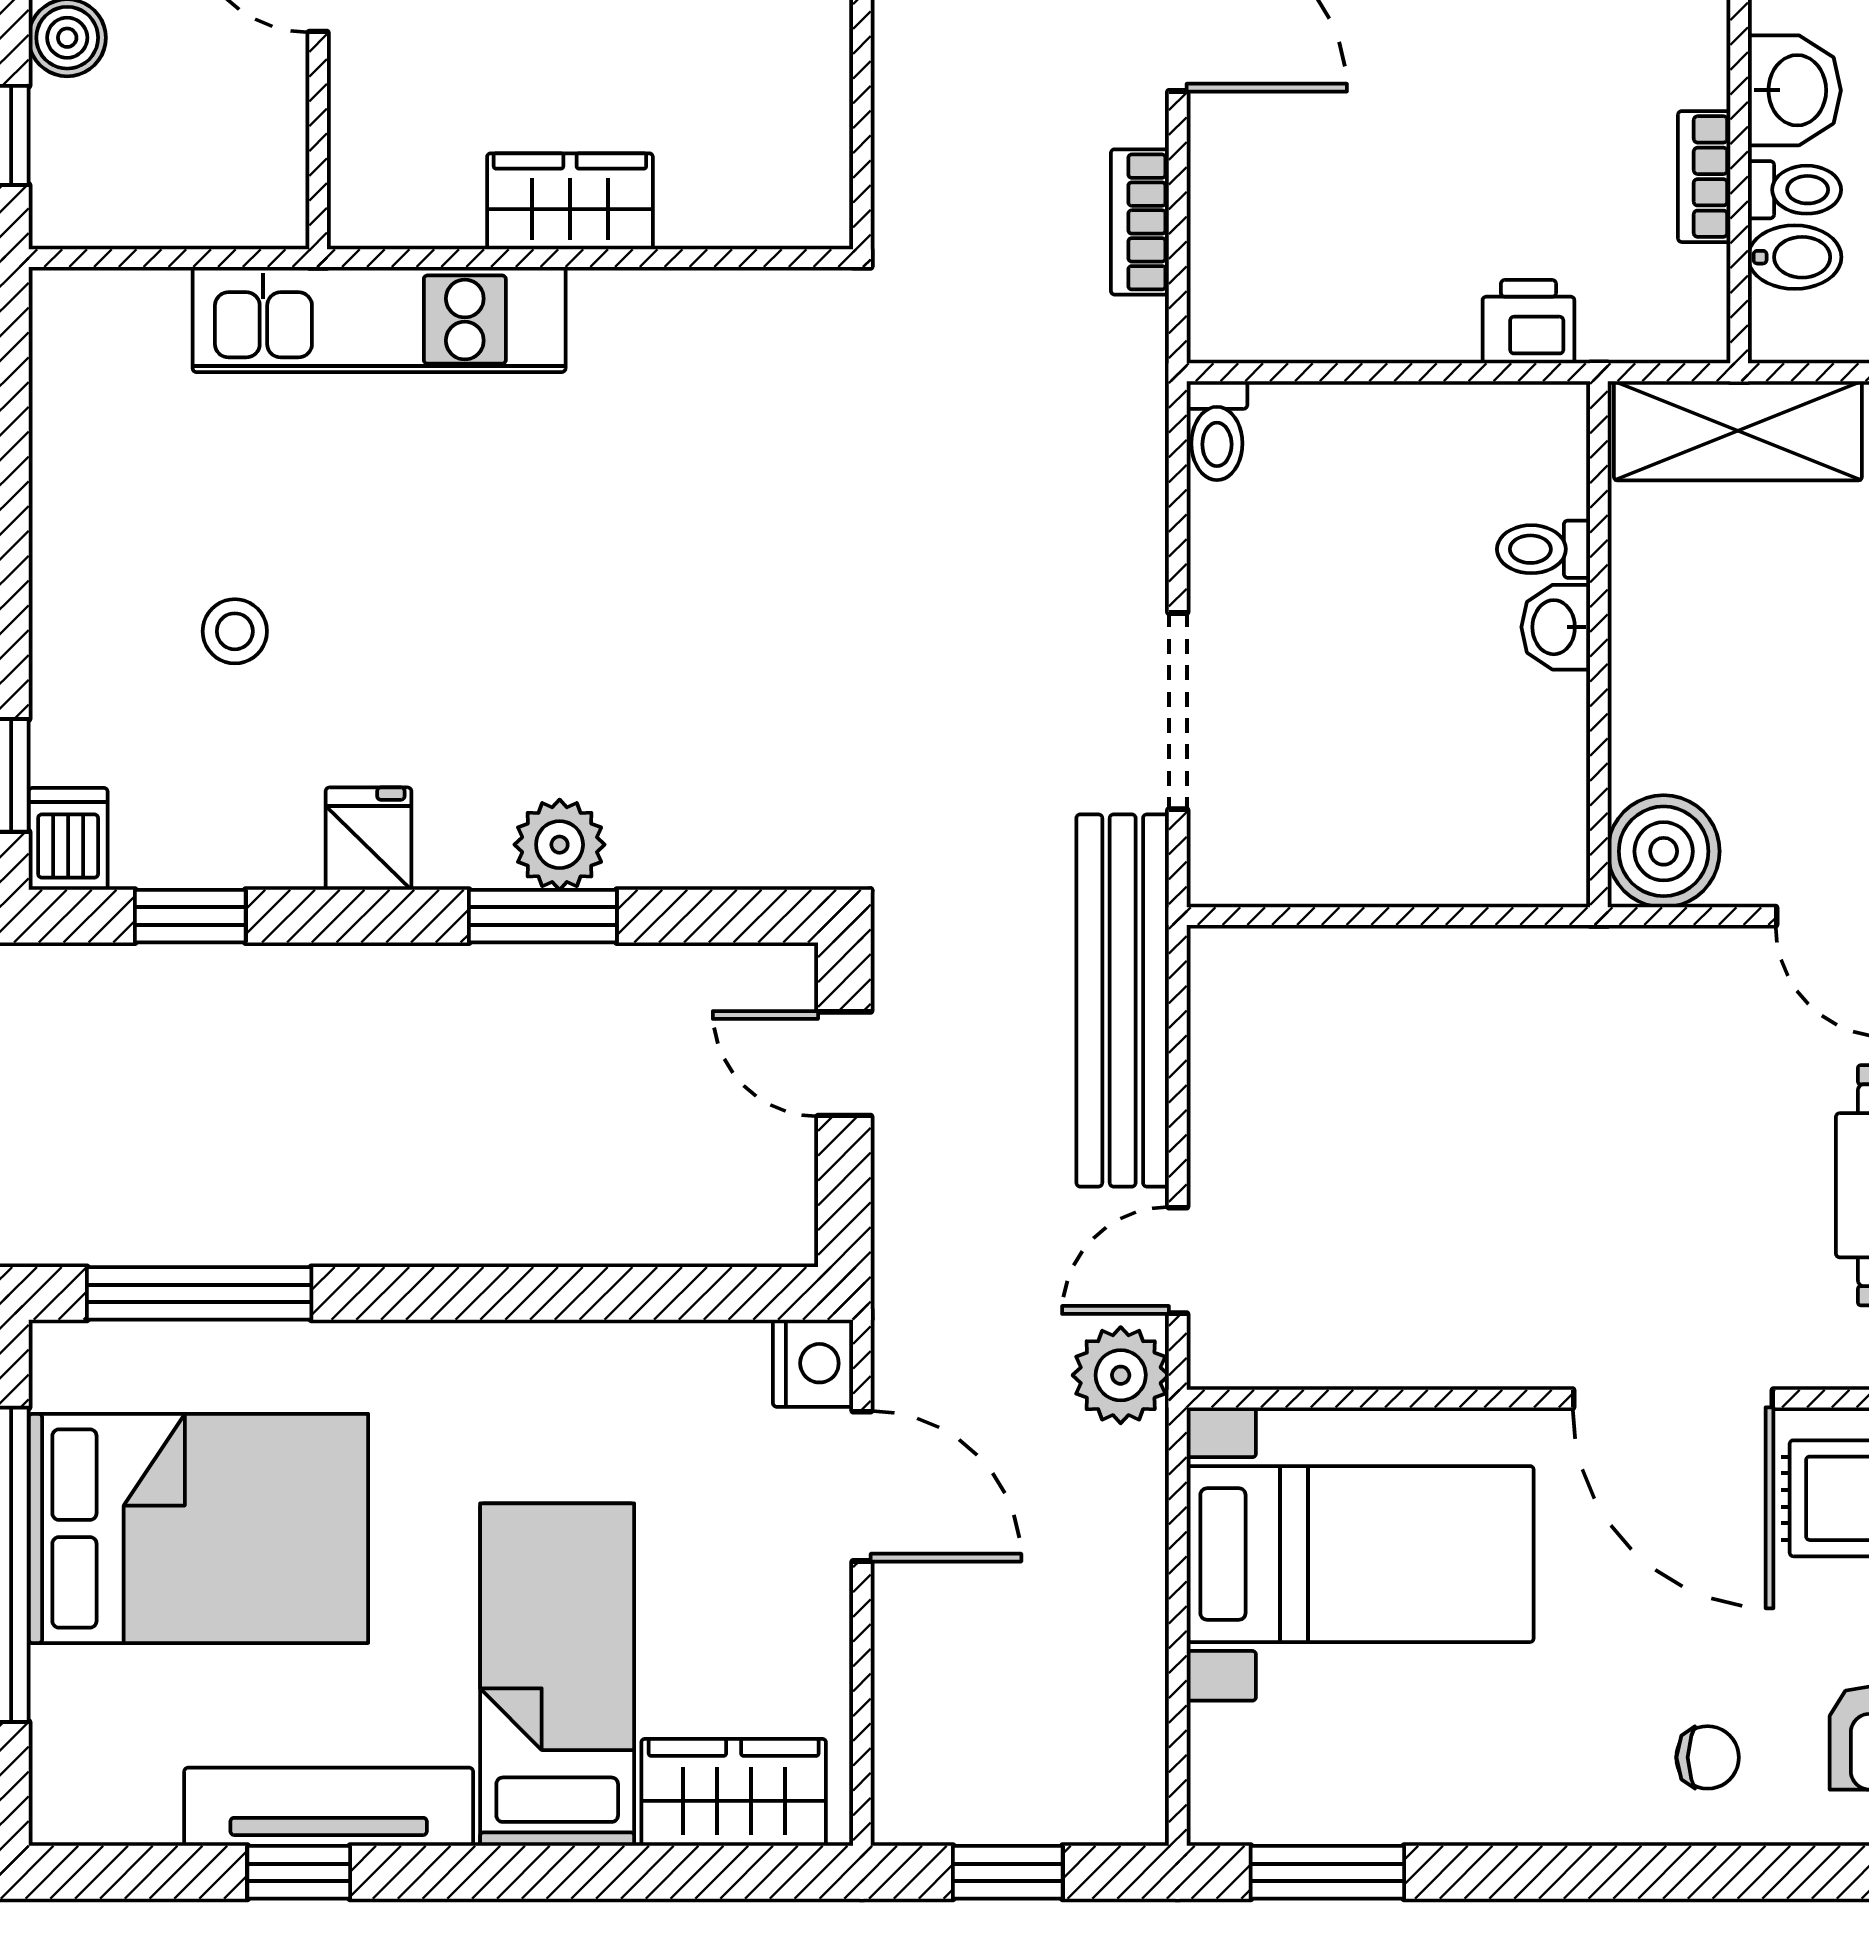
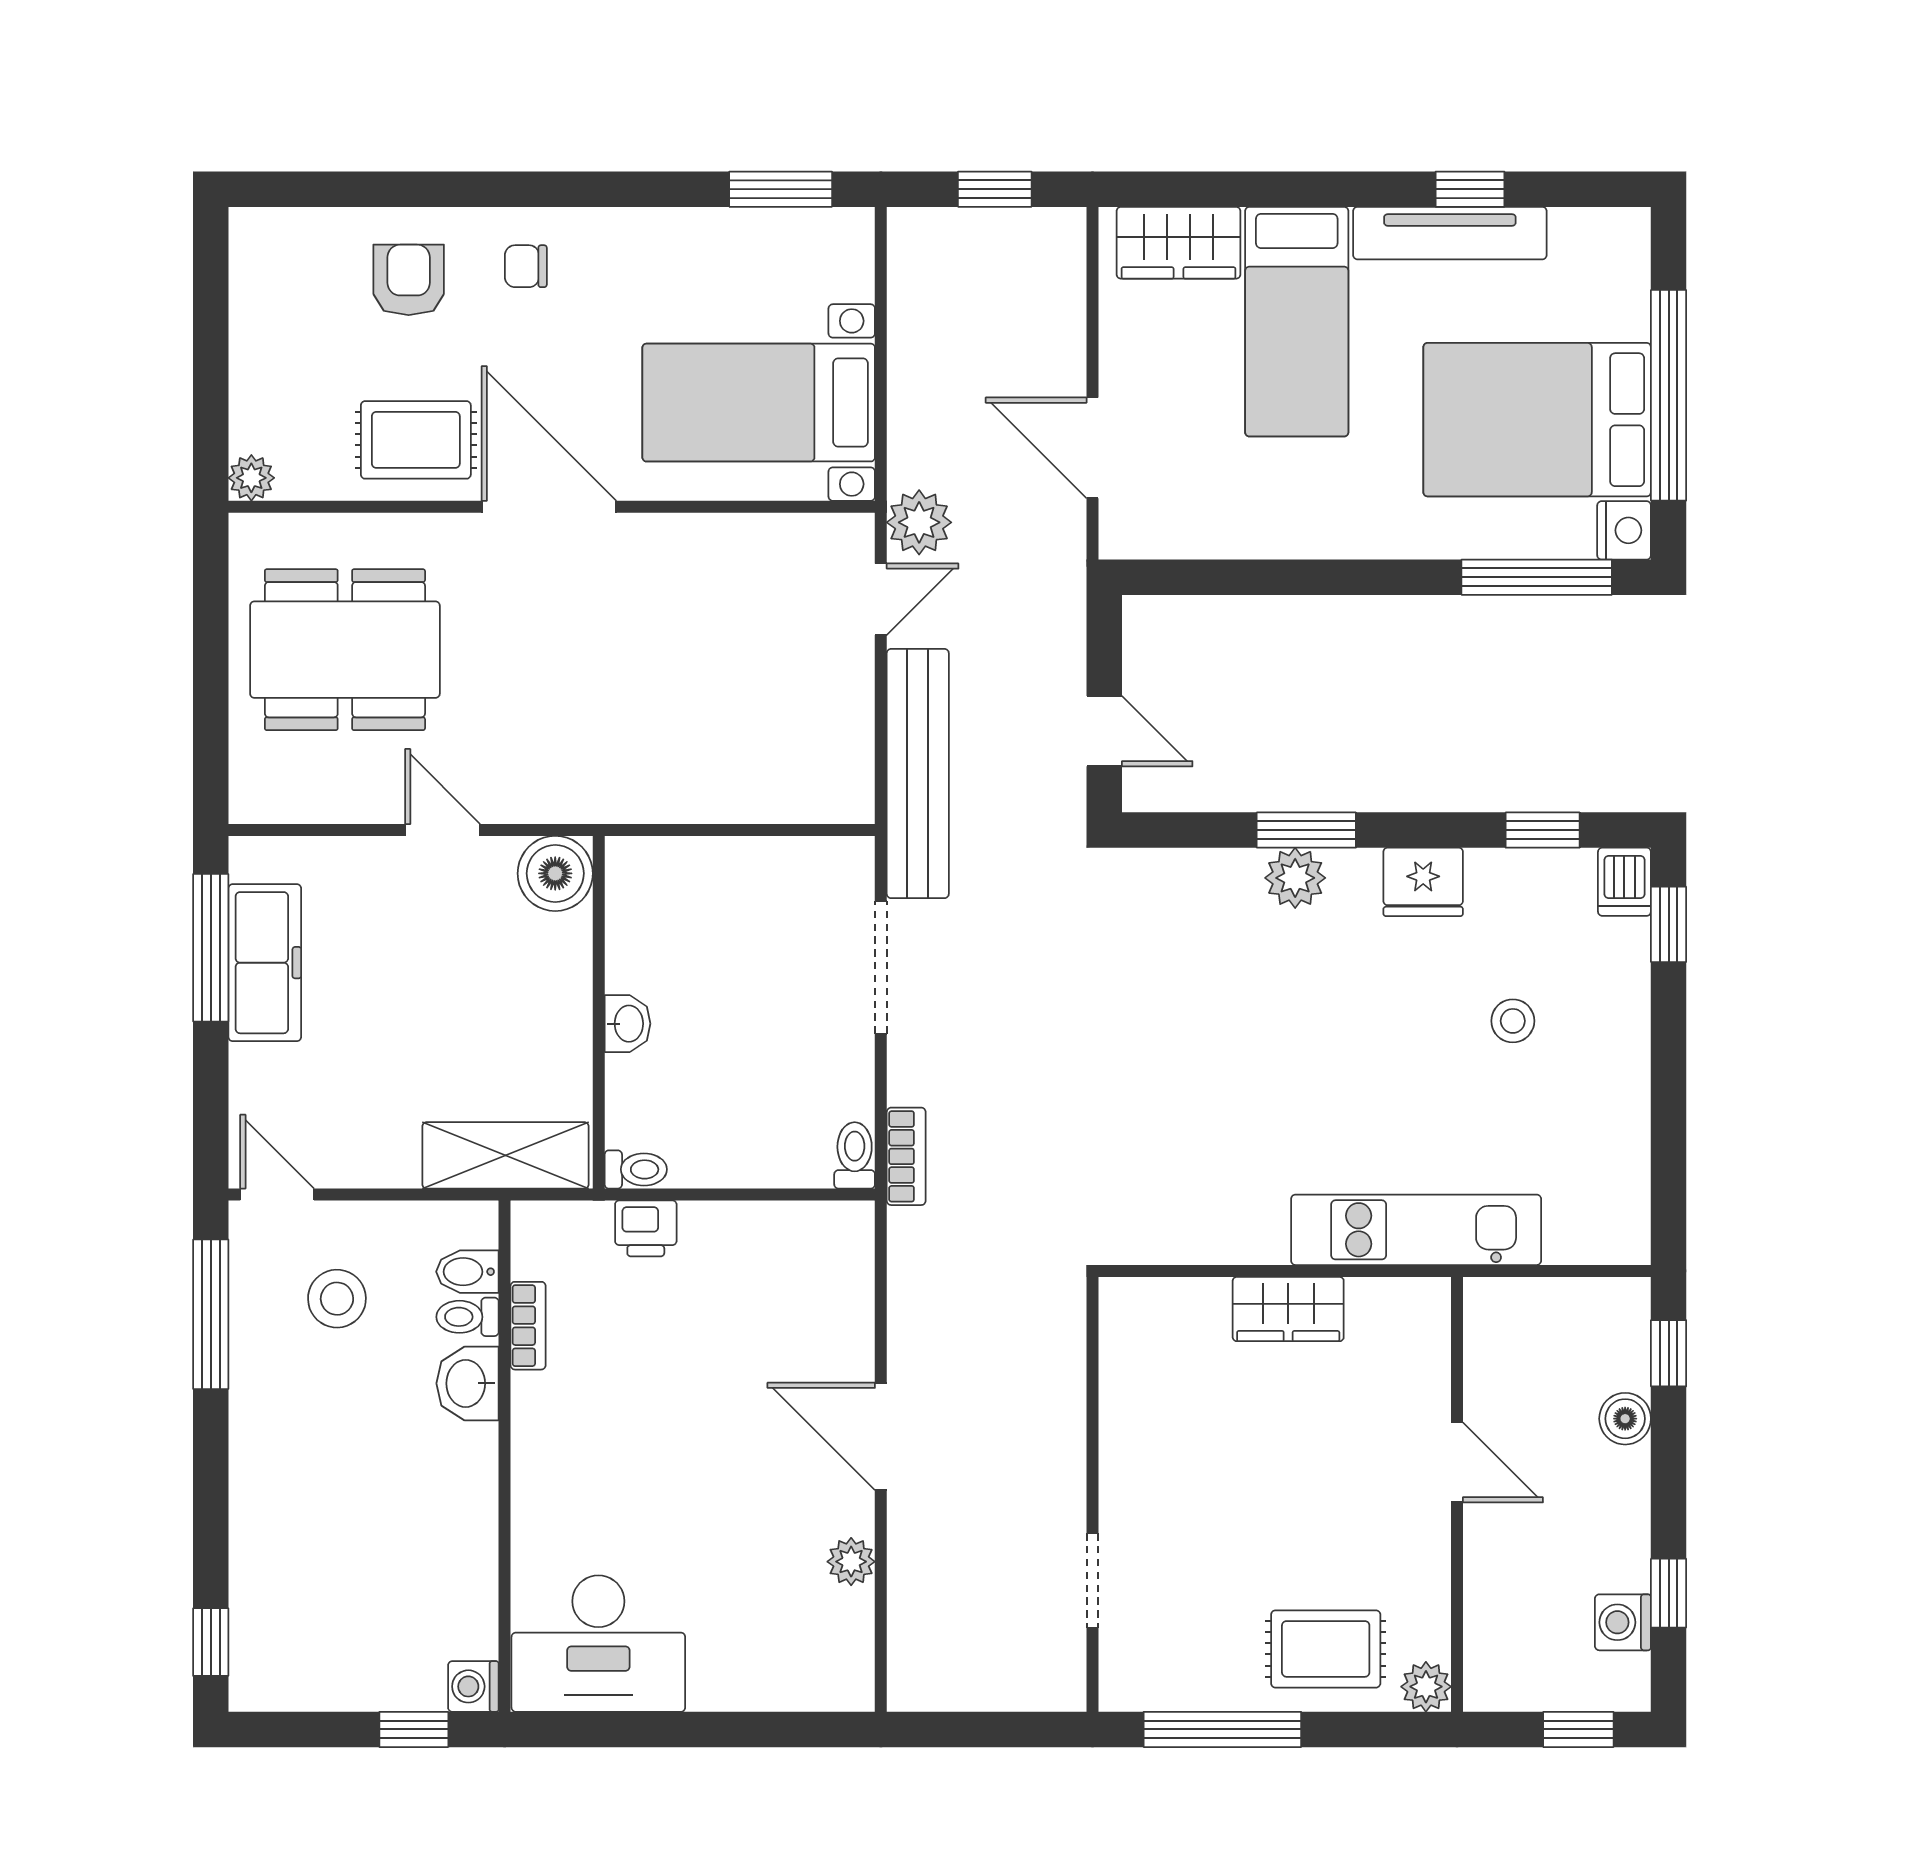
bookcase: (1140, 222) -> (906, 1156), moved
toilet: (1543, 549) -> (636, 1169), moved
fridge: (369, 839) -> (1423, 882), width x1.38
nightstand: (813, 1363) -> (1624, 530), moved, turned 180

